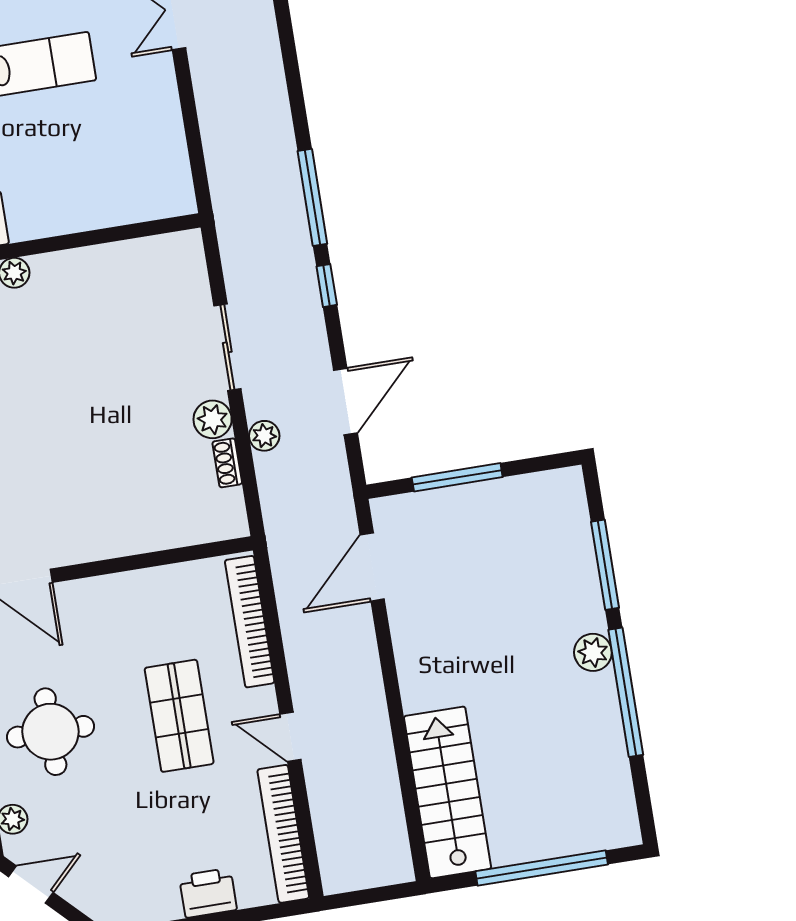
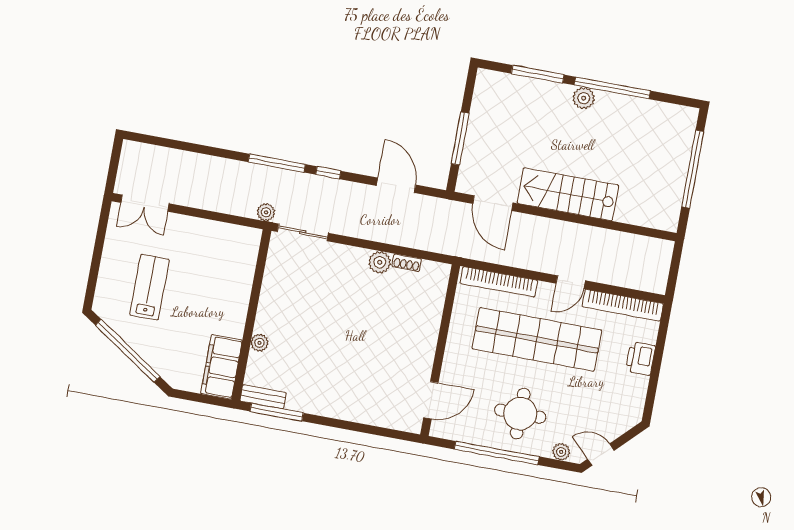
sliding door: (227, 347) -> (303, 232), moved
plant: (264, 436) -> (266, 212), moved
shop shelf: (179, 716) -> (537, 339), width x2.00, depth x1.36
stairs: (448, 792) -> (568, 194), moved
door: (31, 885) -> (601, 455), hinge flipped

